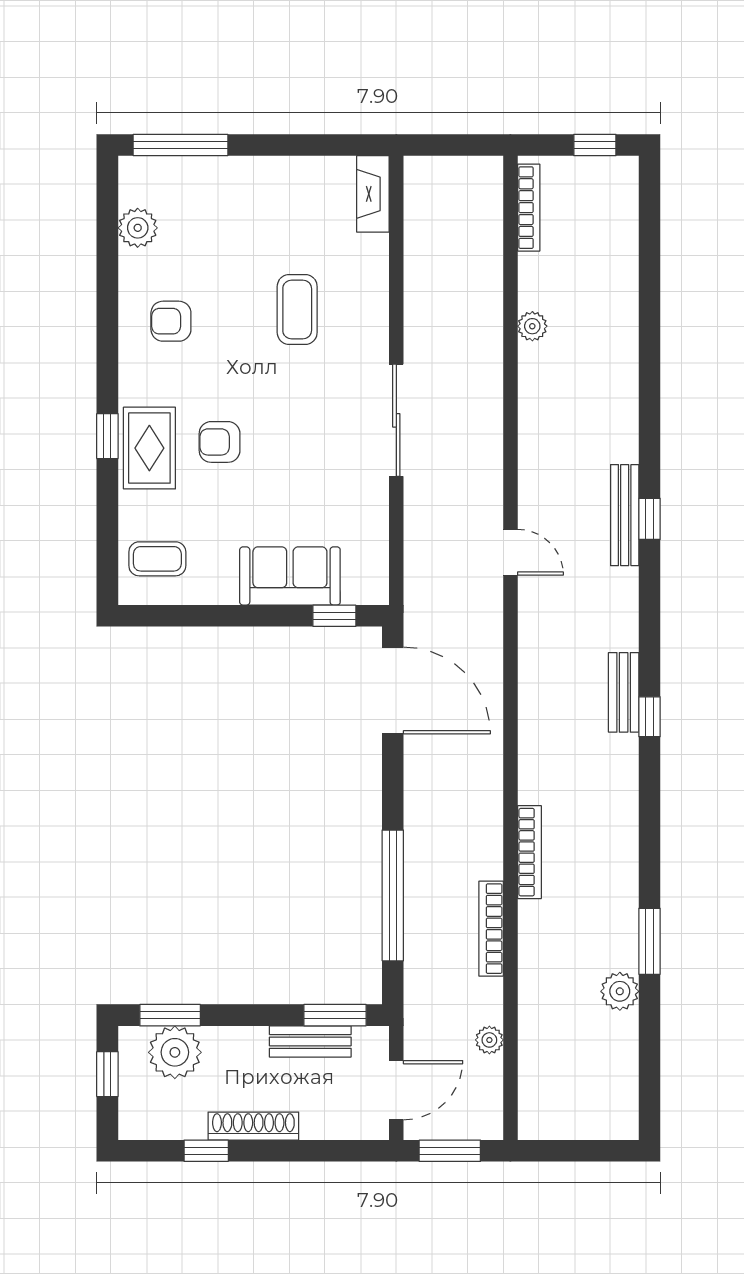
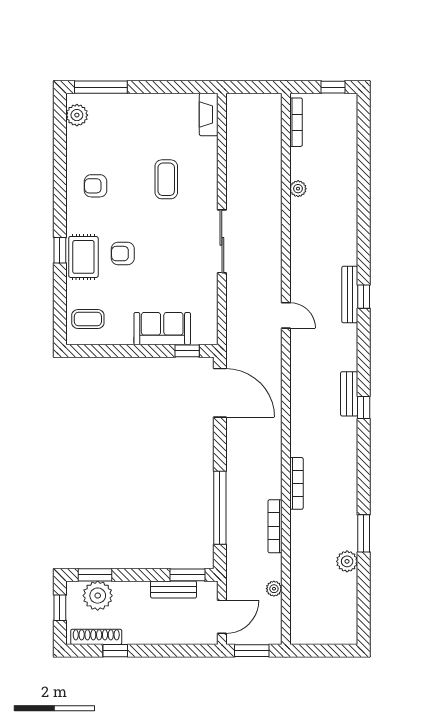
plant: (138, 228) -> (77, 115), moved
shoe rack: (253, 1126) -> (96, 637), moved

